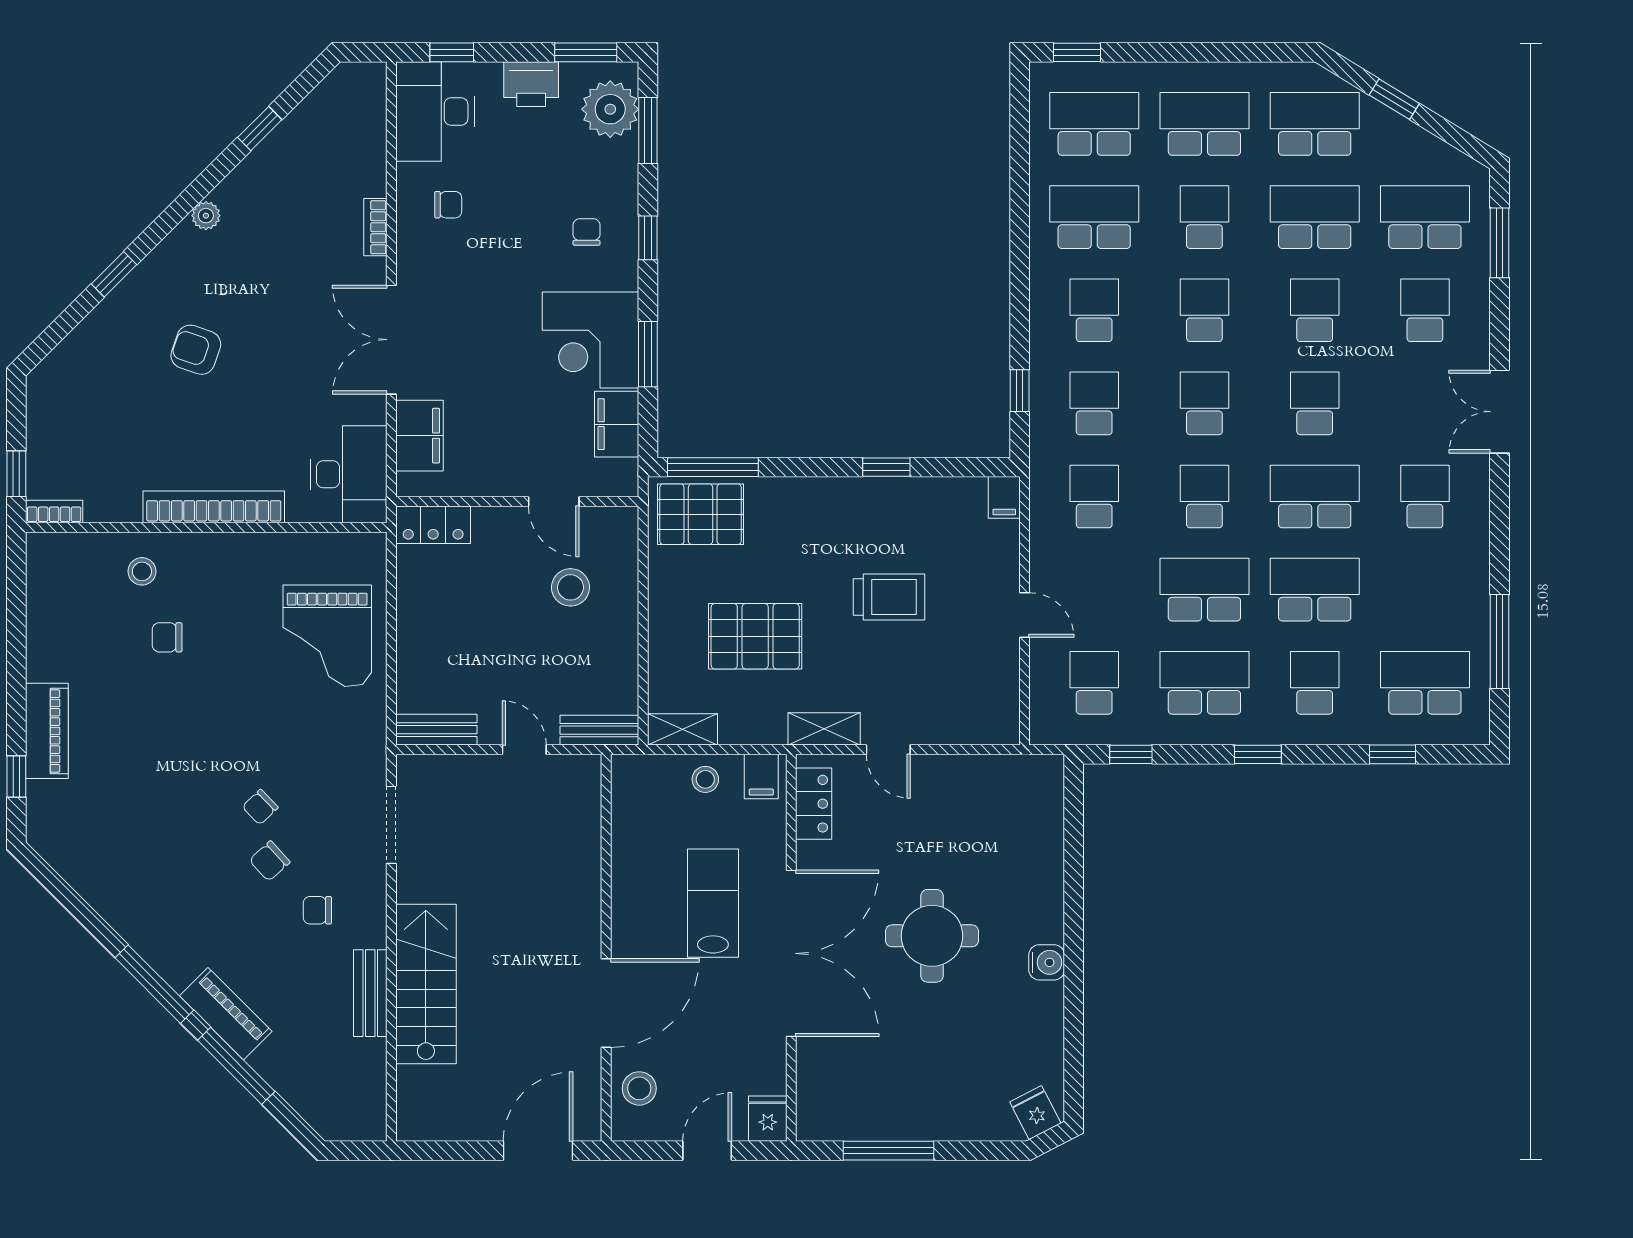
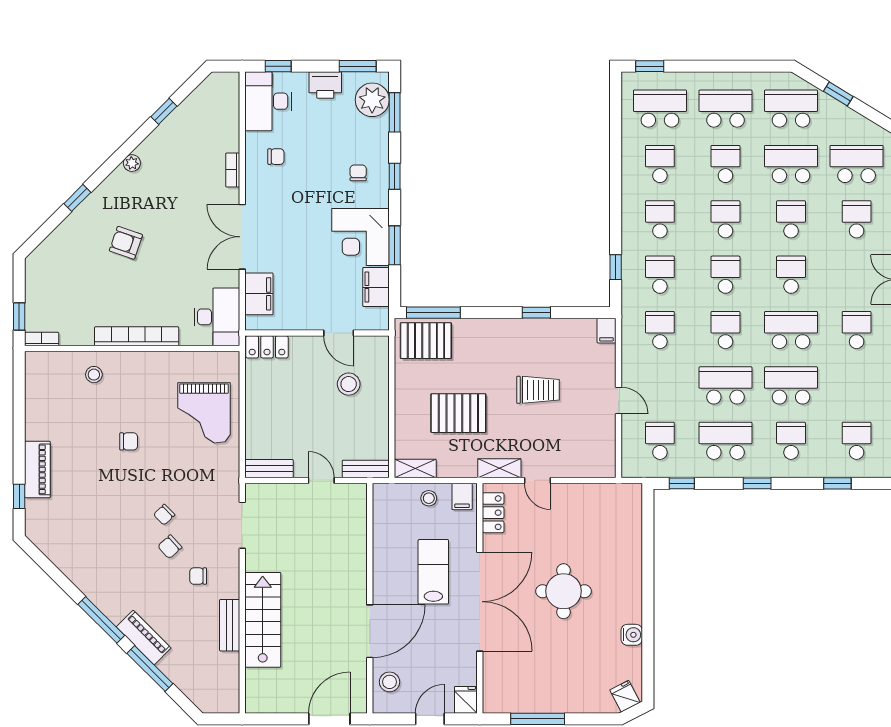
school desk: (1094, 217) -> (660, 164), width x0.54
chair: (167, 637) -> (129, 441), moved, turned 180
school desk: (1425, 683) -> (857, 441), width x0.54
water cooler: (1047, 962) -> (632, 635), moved

